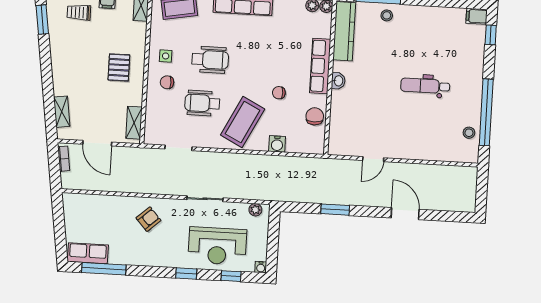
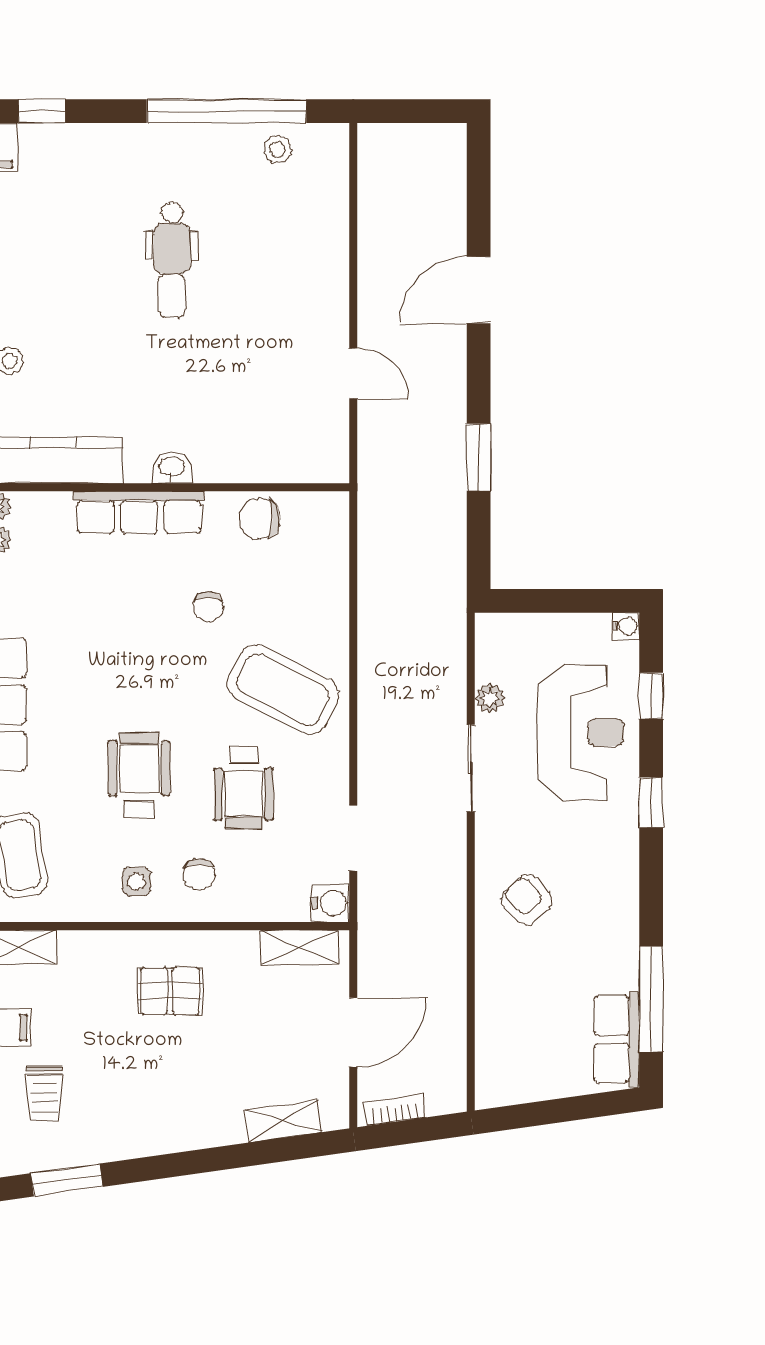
water cooler: (277, 144) -> (330, 903), moved
plant: (255, 210) -> (490, 698), moved

